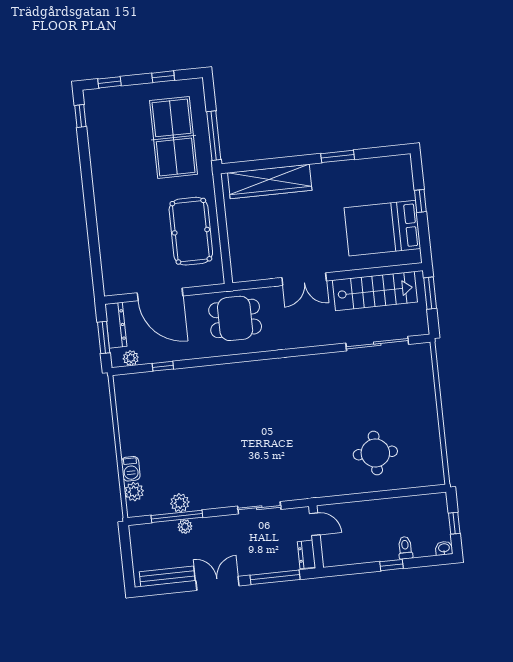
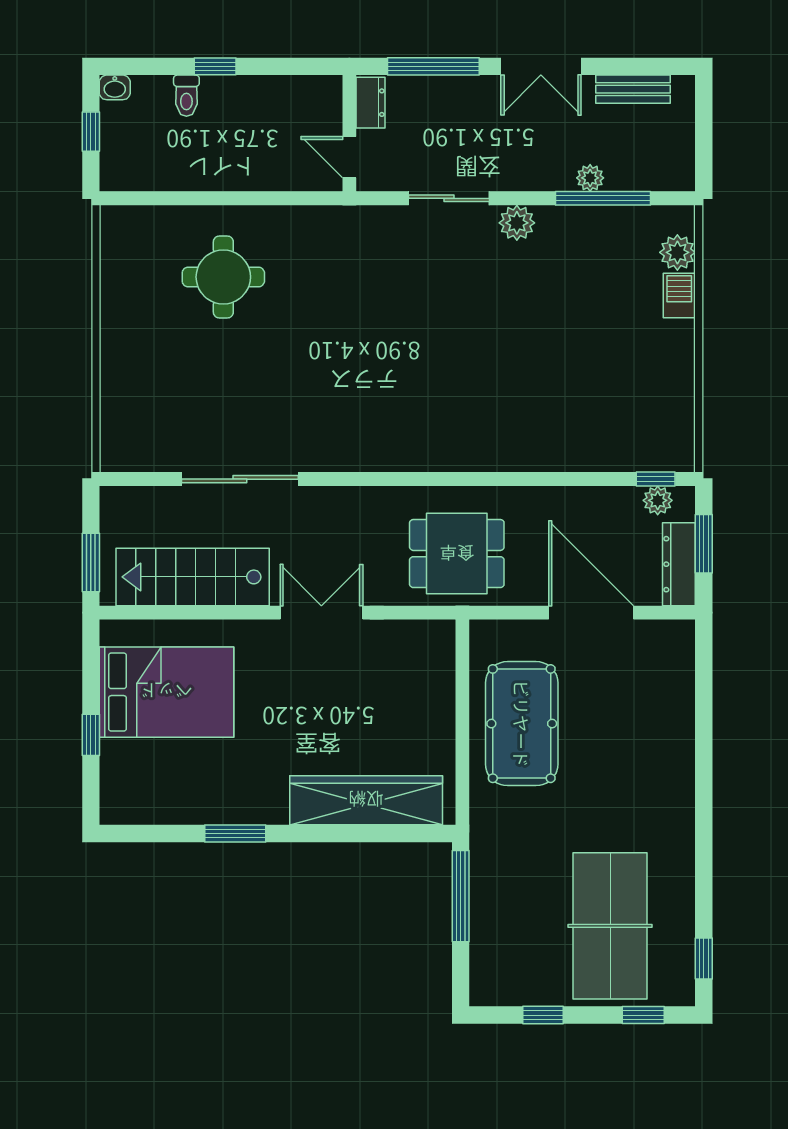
table tennis table: (174, 137) -> (610, 926), moved
sliding door: (377, 344) -> (240, 479), moved
window: (163, 366) -> (656, 479), moved
plant: (180, 503) -> (517, 223), moved
bench: (167, 576) -> (633, 89), width x0.73

